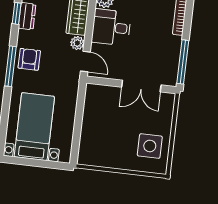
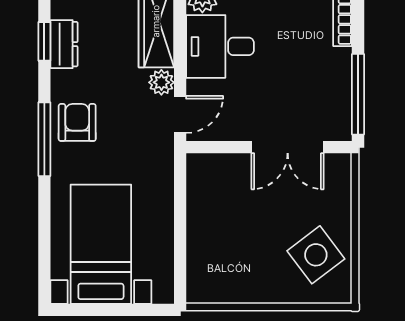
door: (85, 62) -> (180, 114), hinge flipped
side table: (150, 146) -> (316, 255), turned -37

